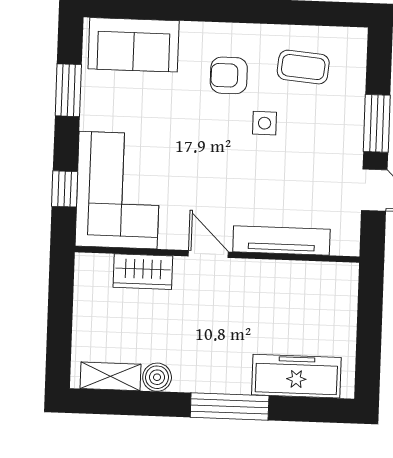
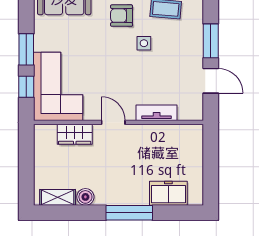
window: (68, 90) -> (26, 49), moved
tv unit: (281, 241) -> (157, 113), width x0.71
freezer: (296, 376) -> (168, 193), width x0.71

